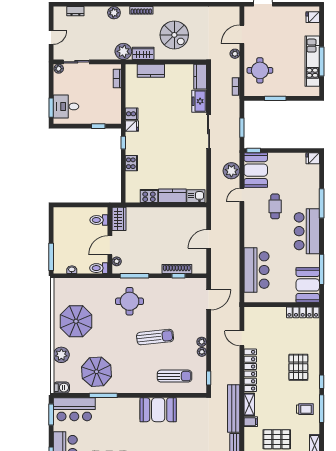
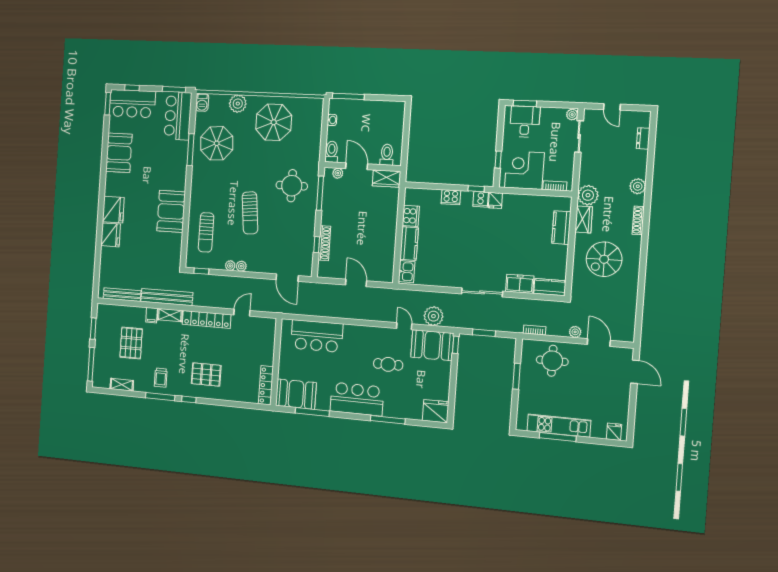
corner desk: (106, 104) -> (524, 170), added
cooker: (132, 114) -> (481, 199), moved
fridge: (313, 158) -> (436, 411), width x1.88, depth x1.34

